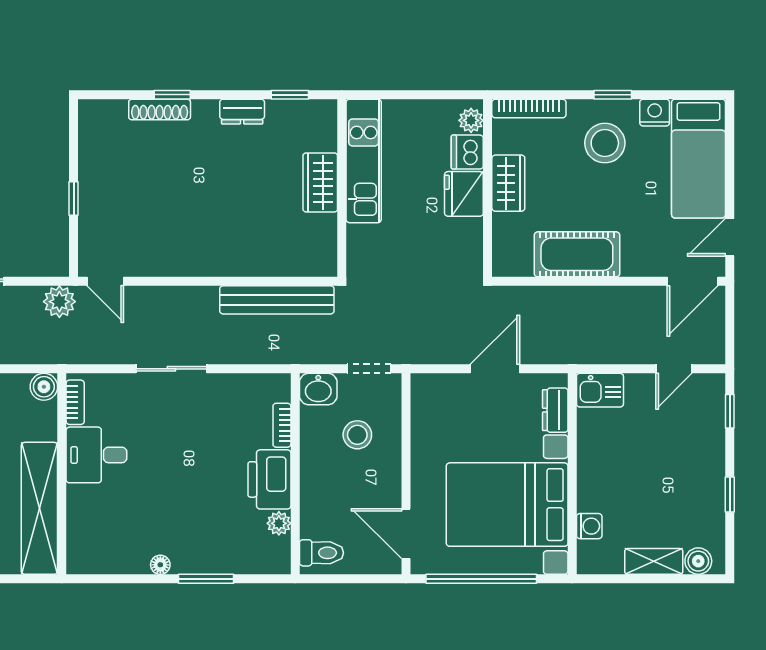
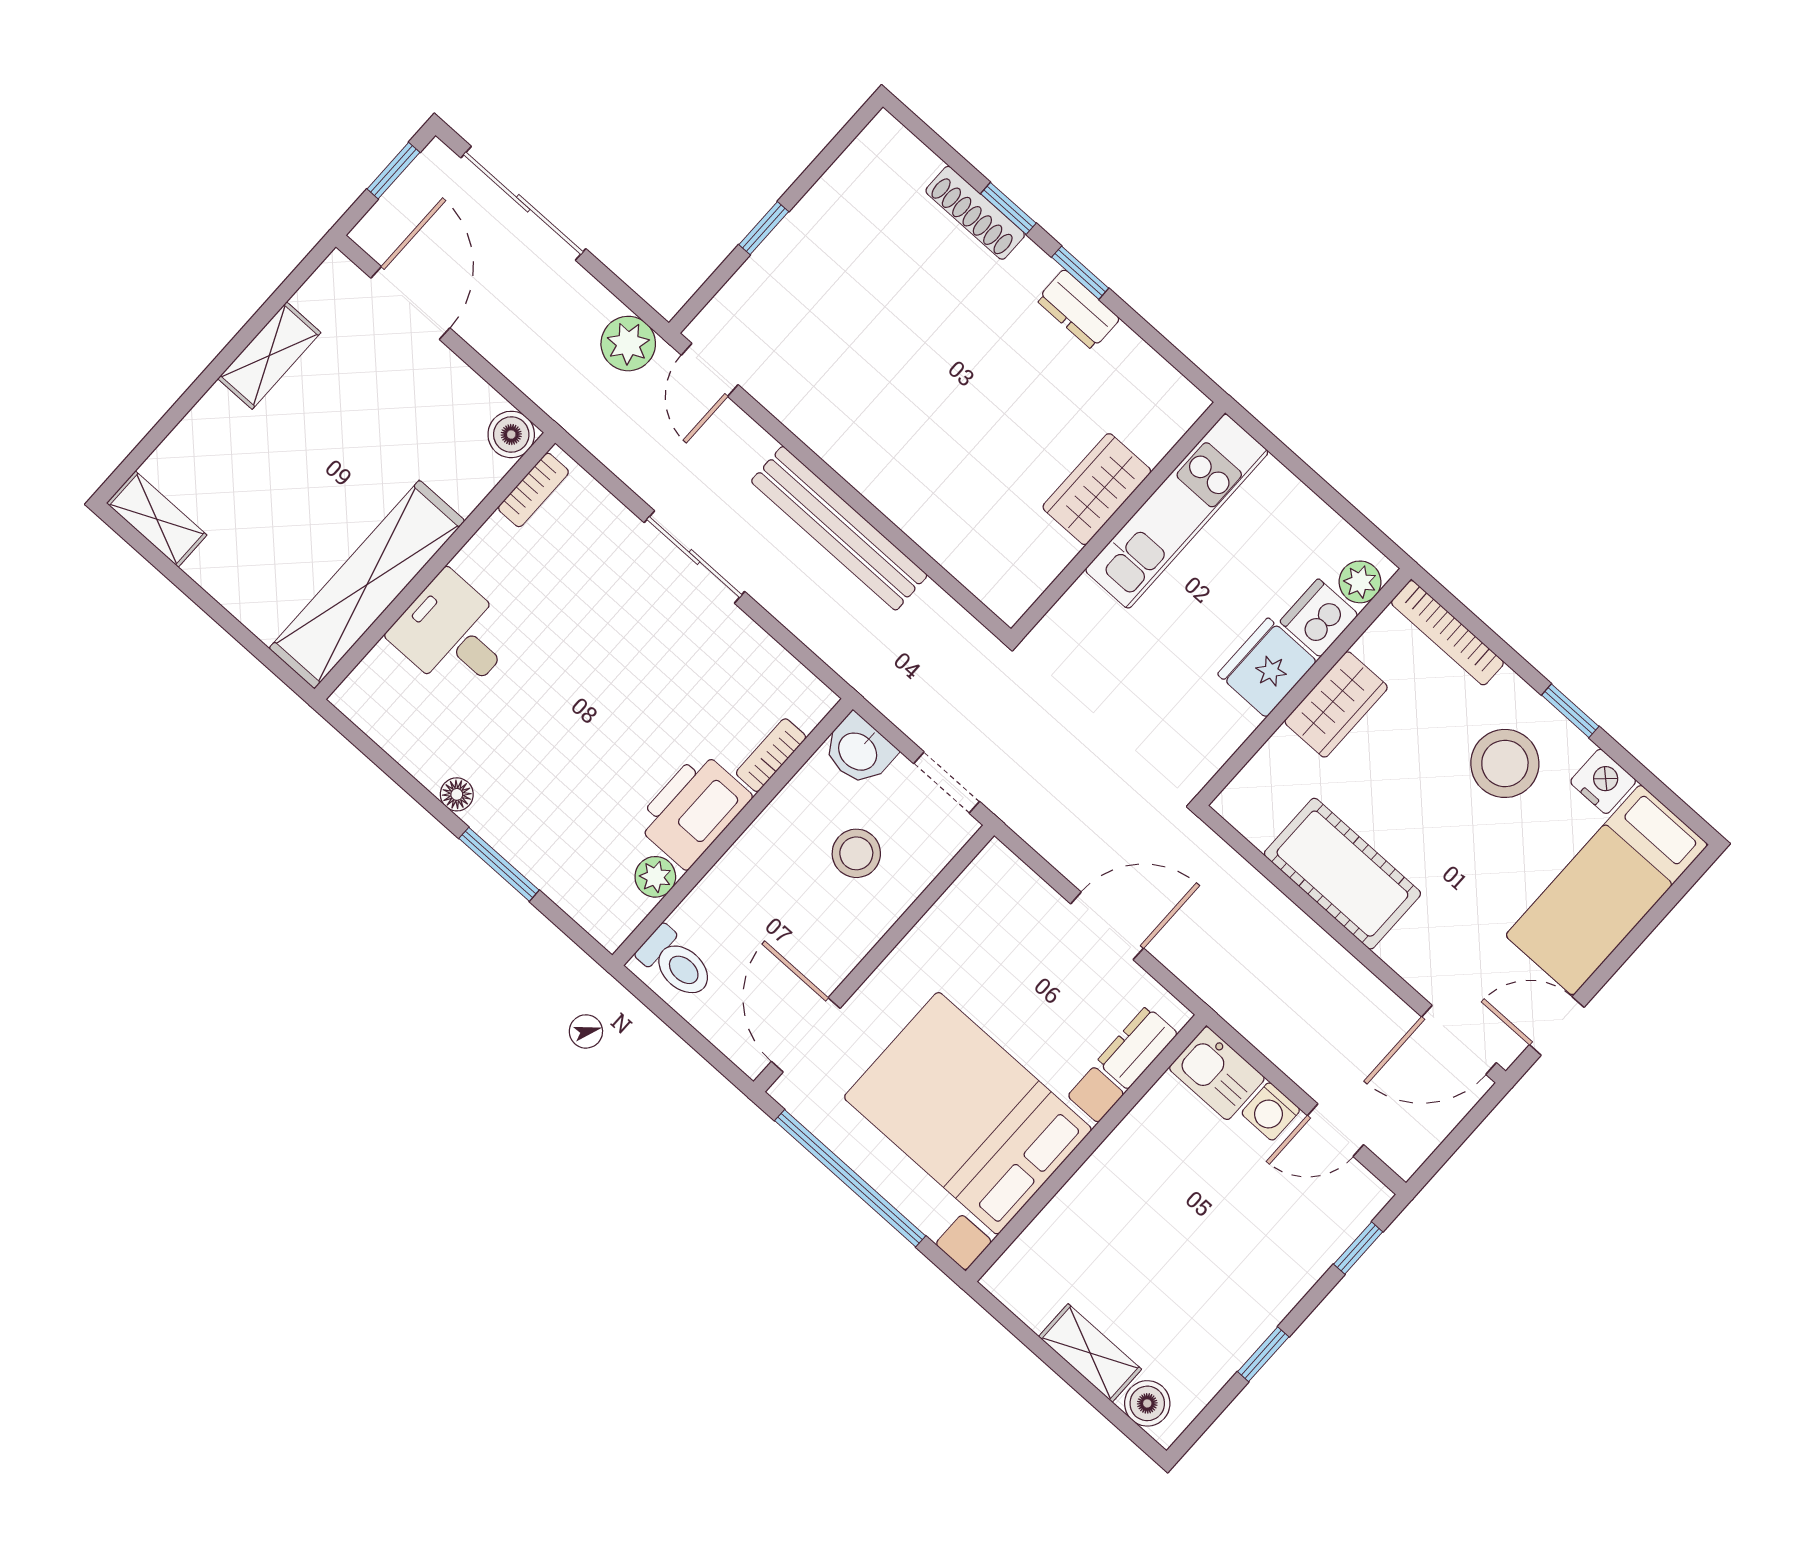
window: (290, 95) -> (1080, 273), moved
bench: (277, 300) -> (839, 528), moved
desk: (96, 455) -> (453, 634), moved
washing machine: (589, 526) -> (1271, 1111), moved, turned 90

